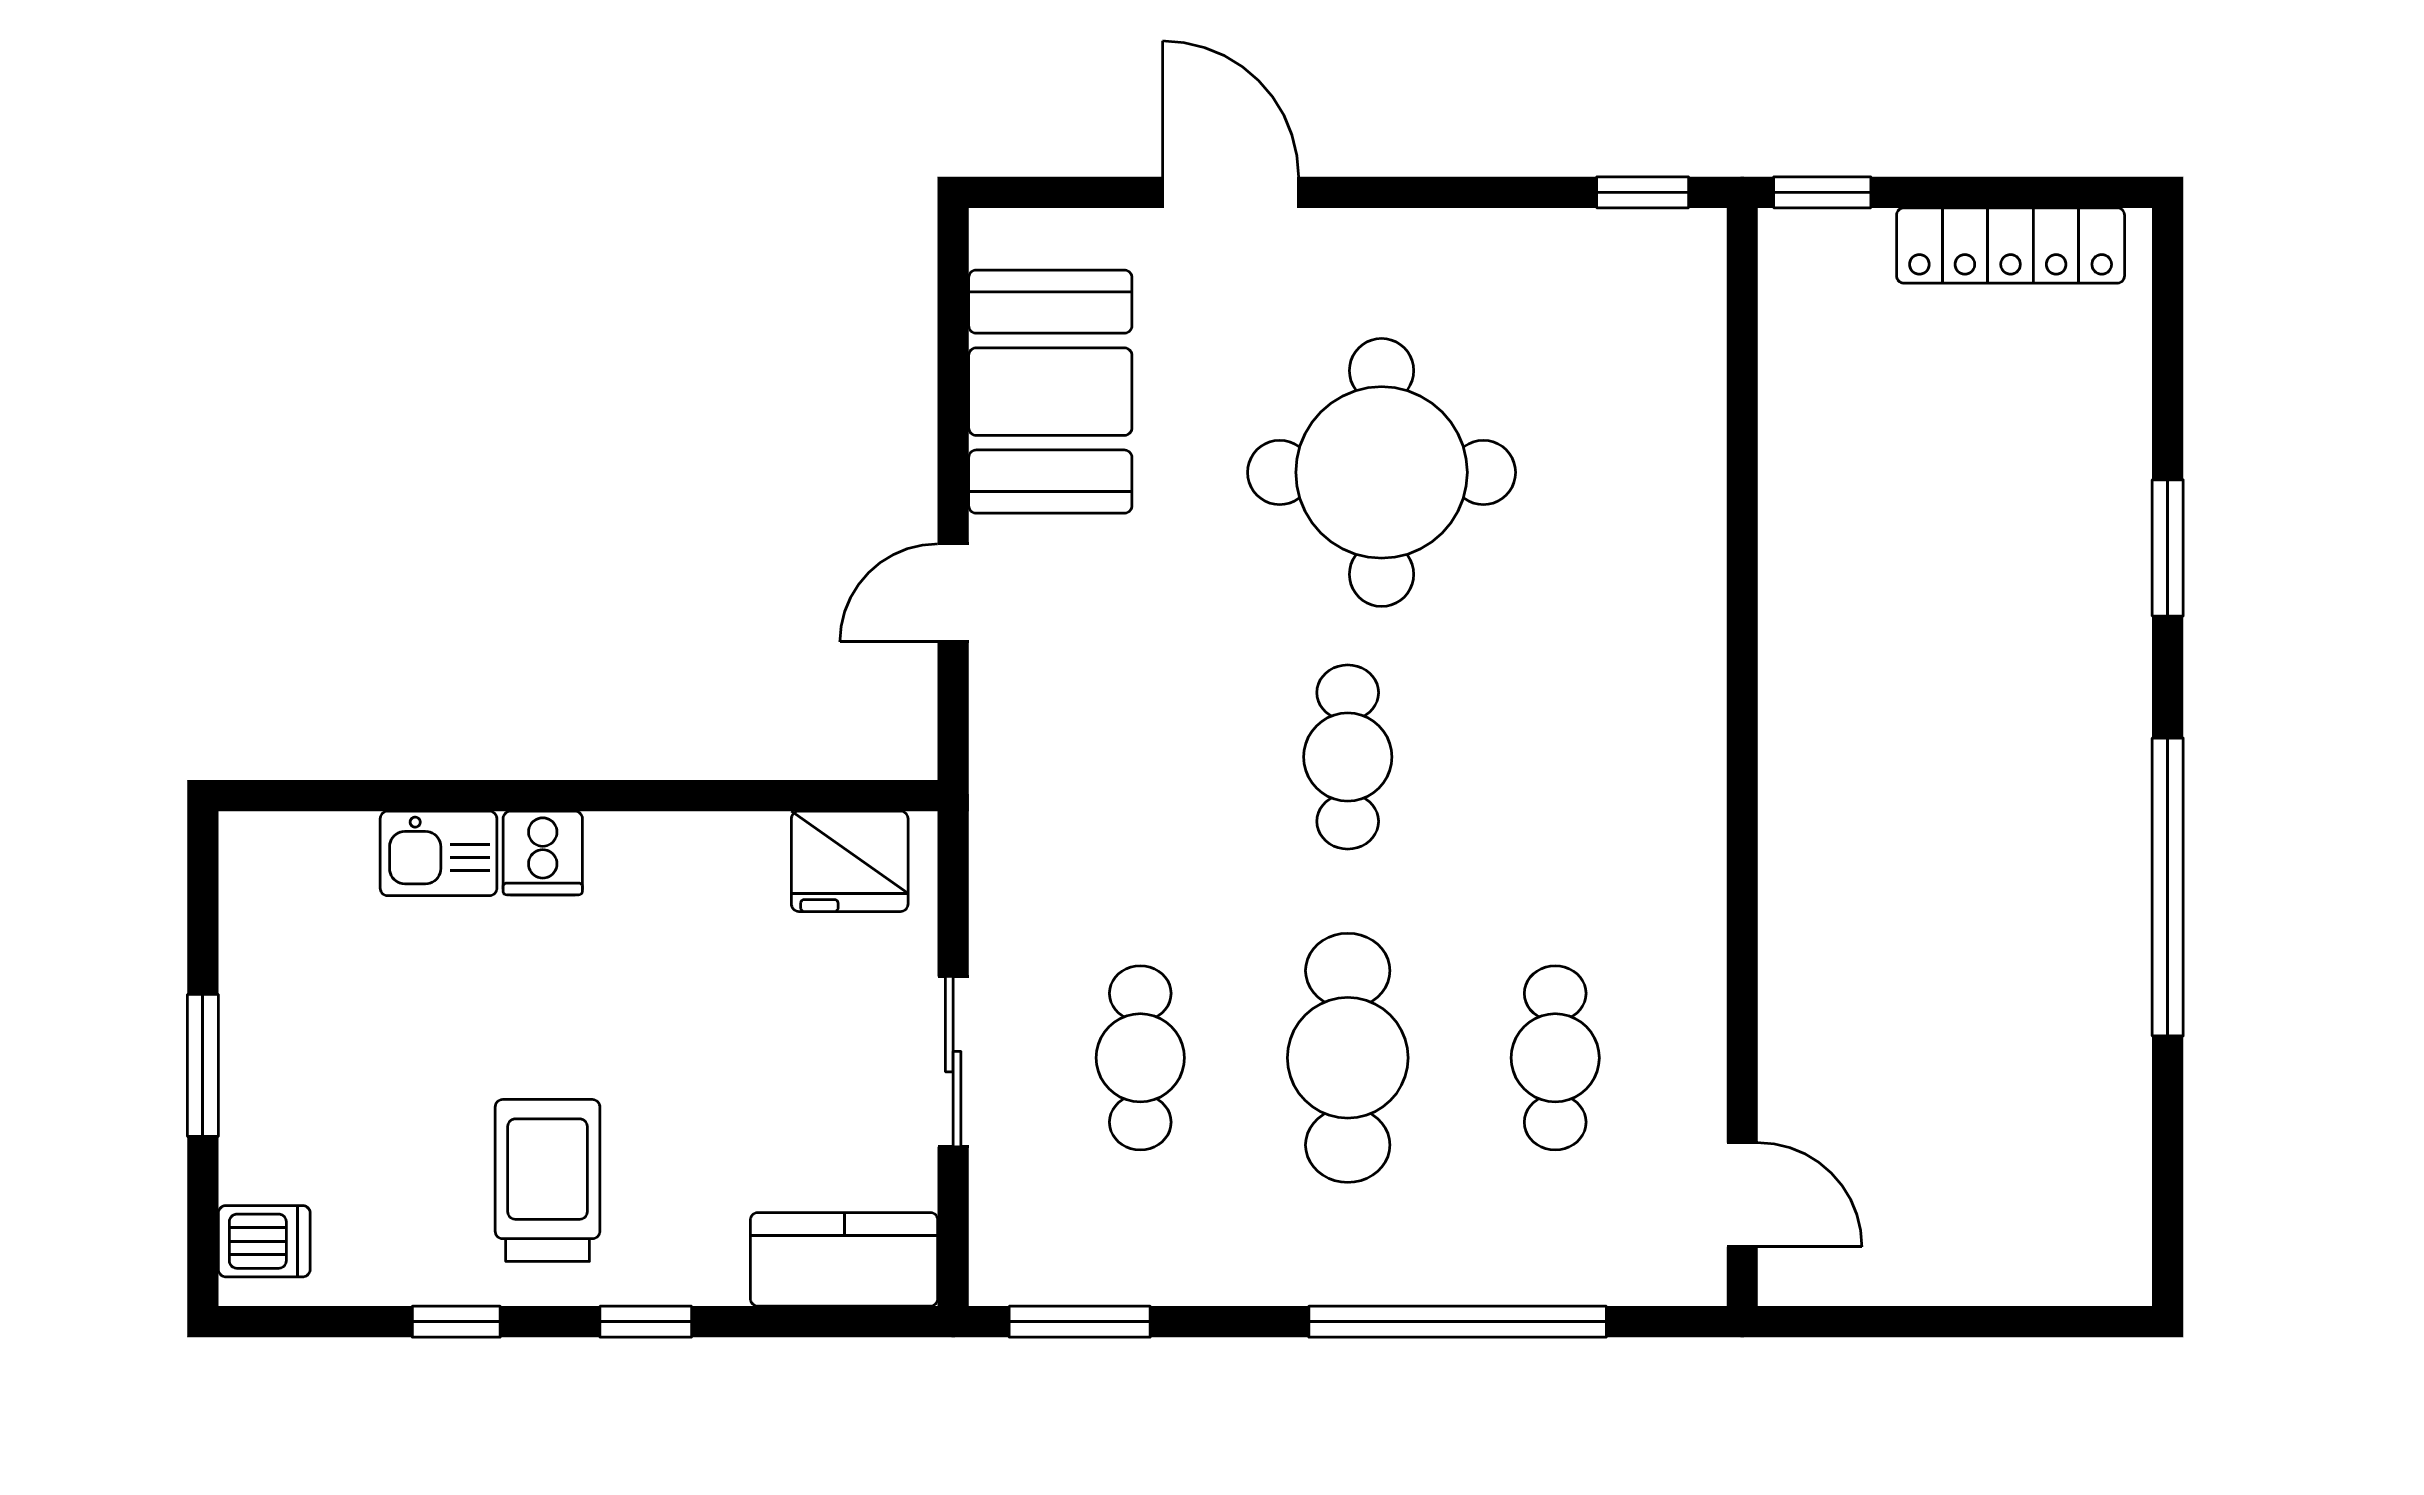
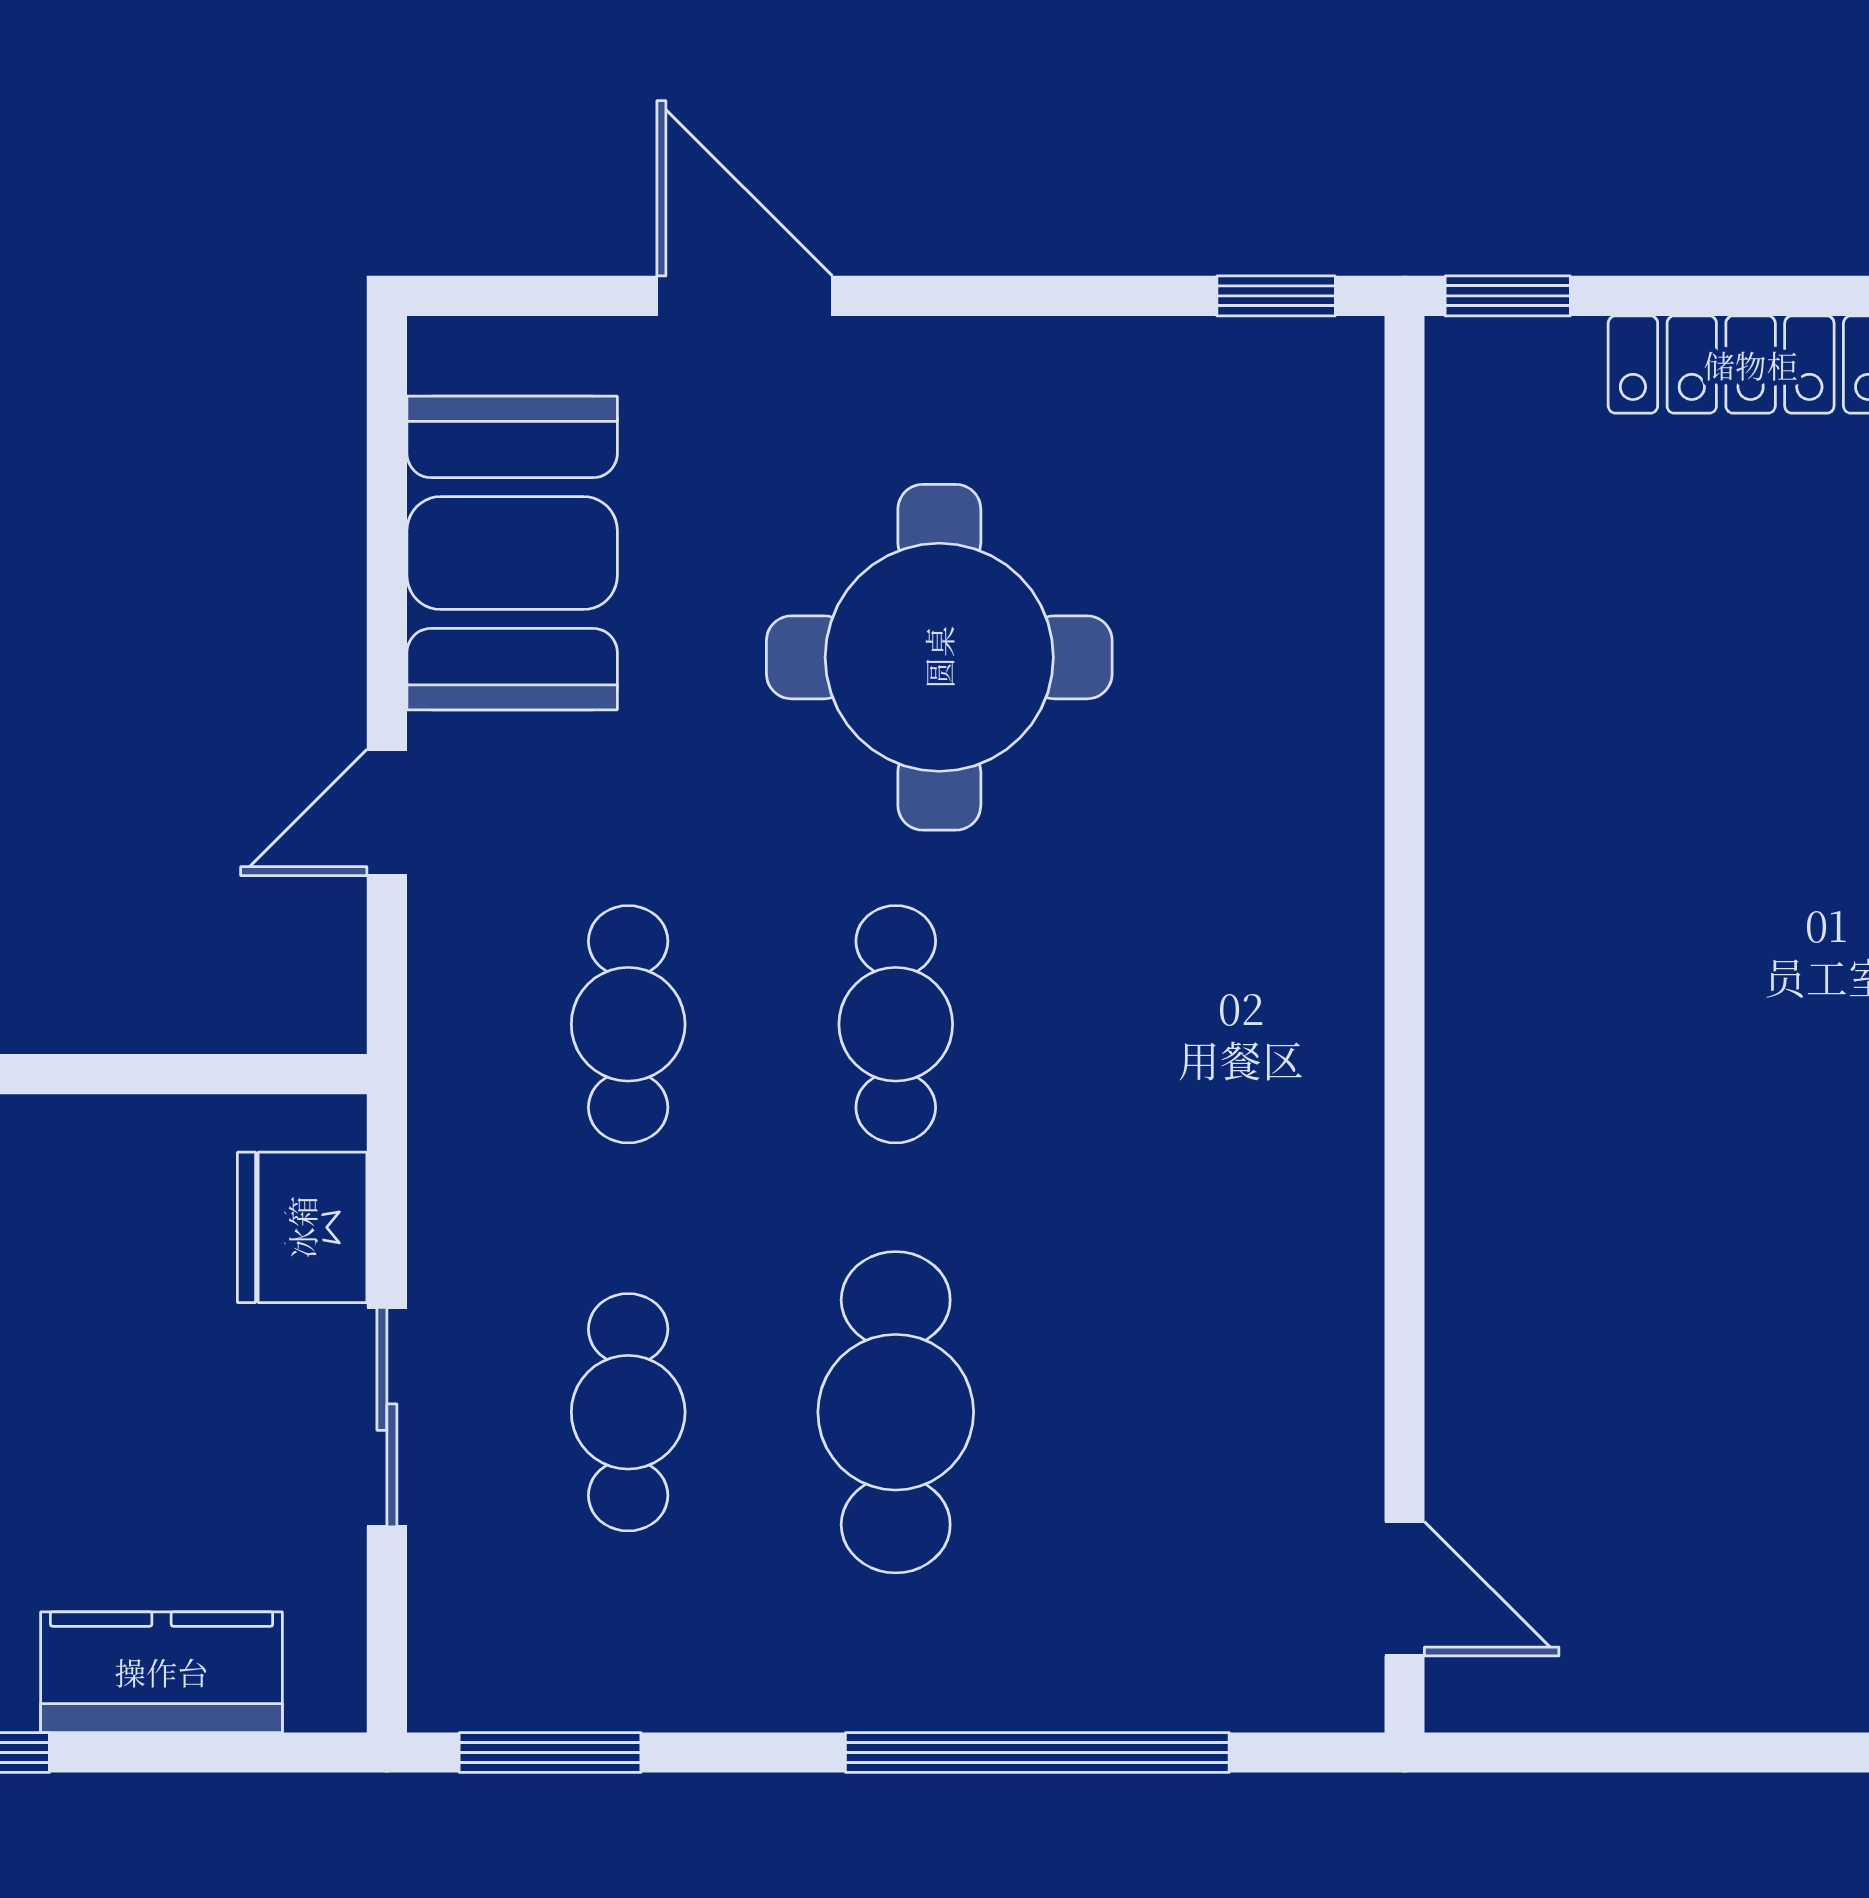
fridge: (850, 861) -> (302, 1227), moved, turned 90
cafe table: (1555, 1058) -> (628, 1024), moved
kitchen counter: (844, 1259) -> (162, 1672), moved

